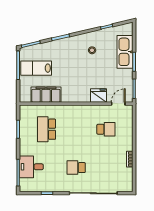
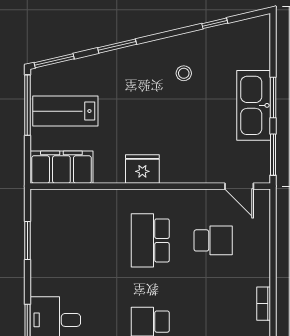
kitchen sink: (125, 52) -> (254, 105), moved
filing cabinet: (46, 95) -> (61, 167), moved
fridge: (99, 95) -> (142, 169), moved
door: (118, 104) -> (239, 186), swing flipped
school desk: (46, 129) -> (150, 240), moved

